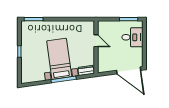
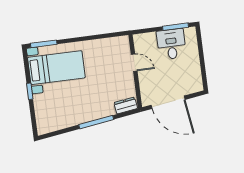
desk: (132, 37) -> (171, 44), moved, turned -90
bed with nightstands: (59, 59) -> (56, 68), moved, turned 98
door: (129, 70) -> (168, 102), moved

